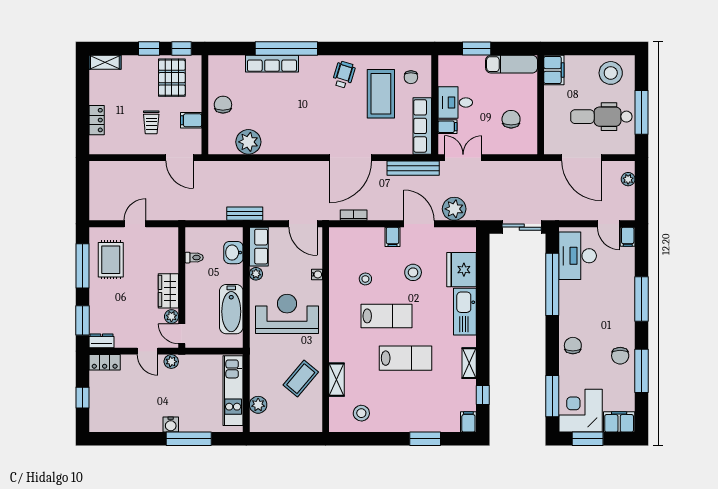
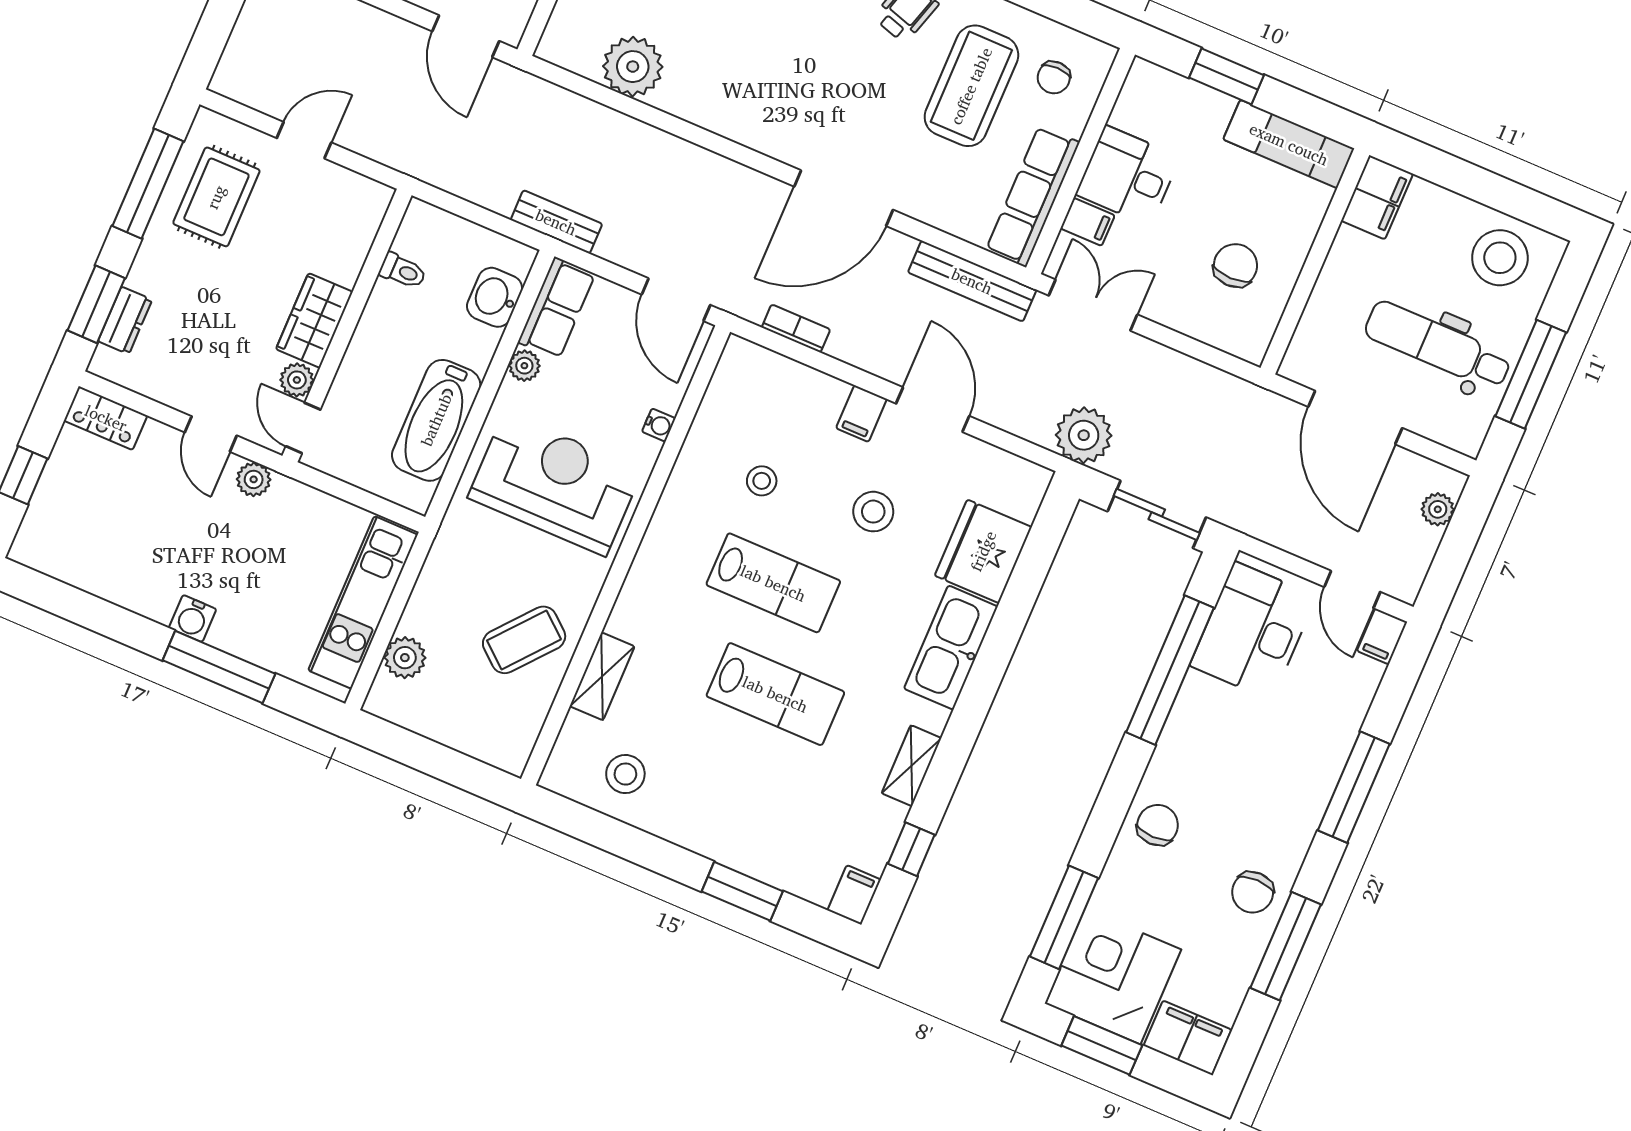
plant: (454, 209) -> (1084, 435), moved
dresser: (102, 341) -> (125, 320), moved, turned 90

